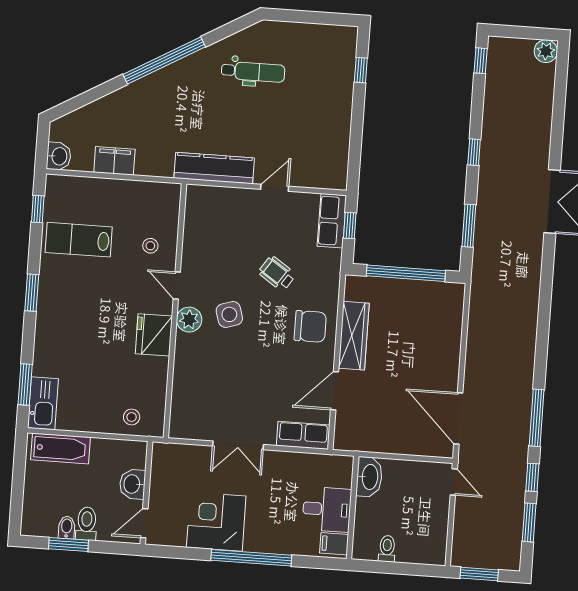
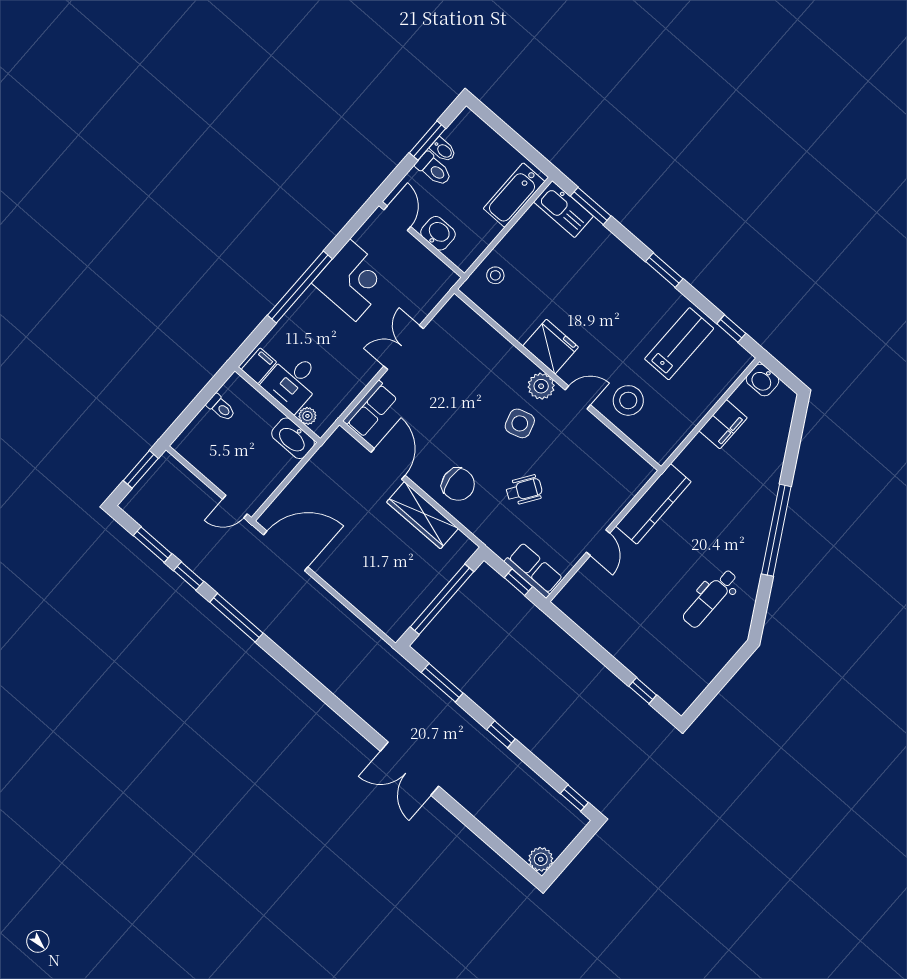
stool: (150, 246) -> (628, 400), width x1.89, depth x1.89
chair: (310, 326) -> (458, 484), turned -96
plant: (344, 479) -> (307, 416), added

